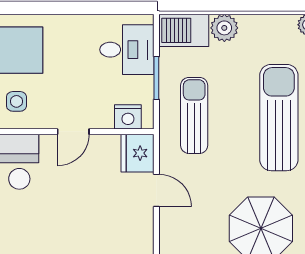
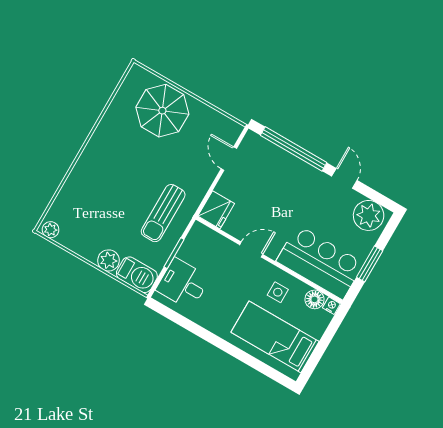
nightstand: (128, 117) -> (208, 238), removed
sun lounger: (279, 118) -> (107, 178), removed
door: (156, 190) -> (229, 159), moved

